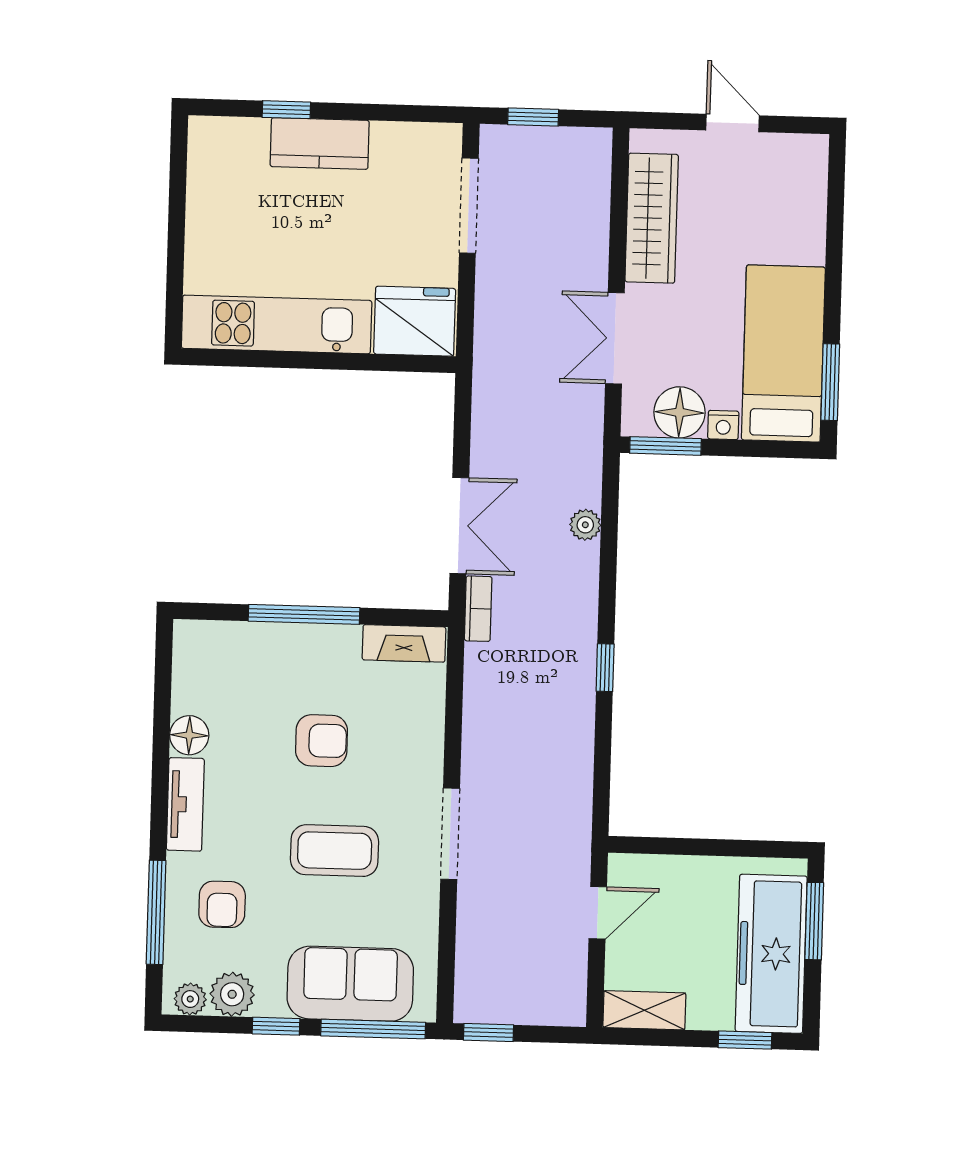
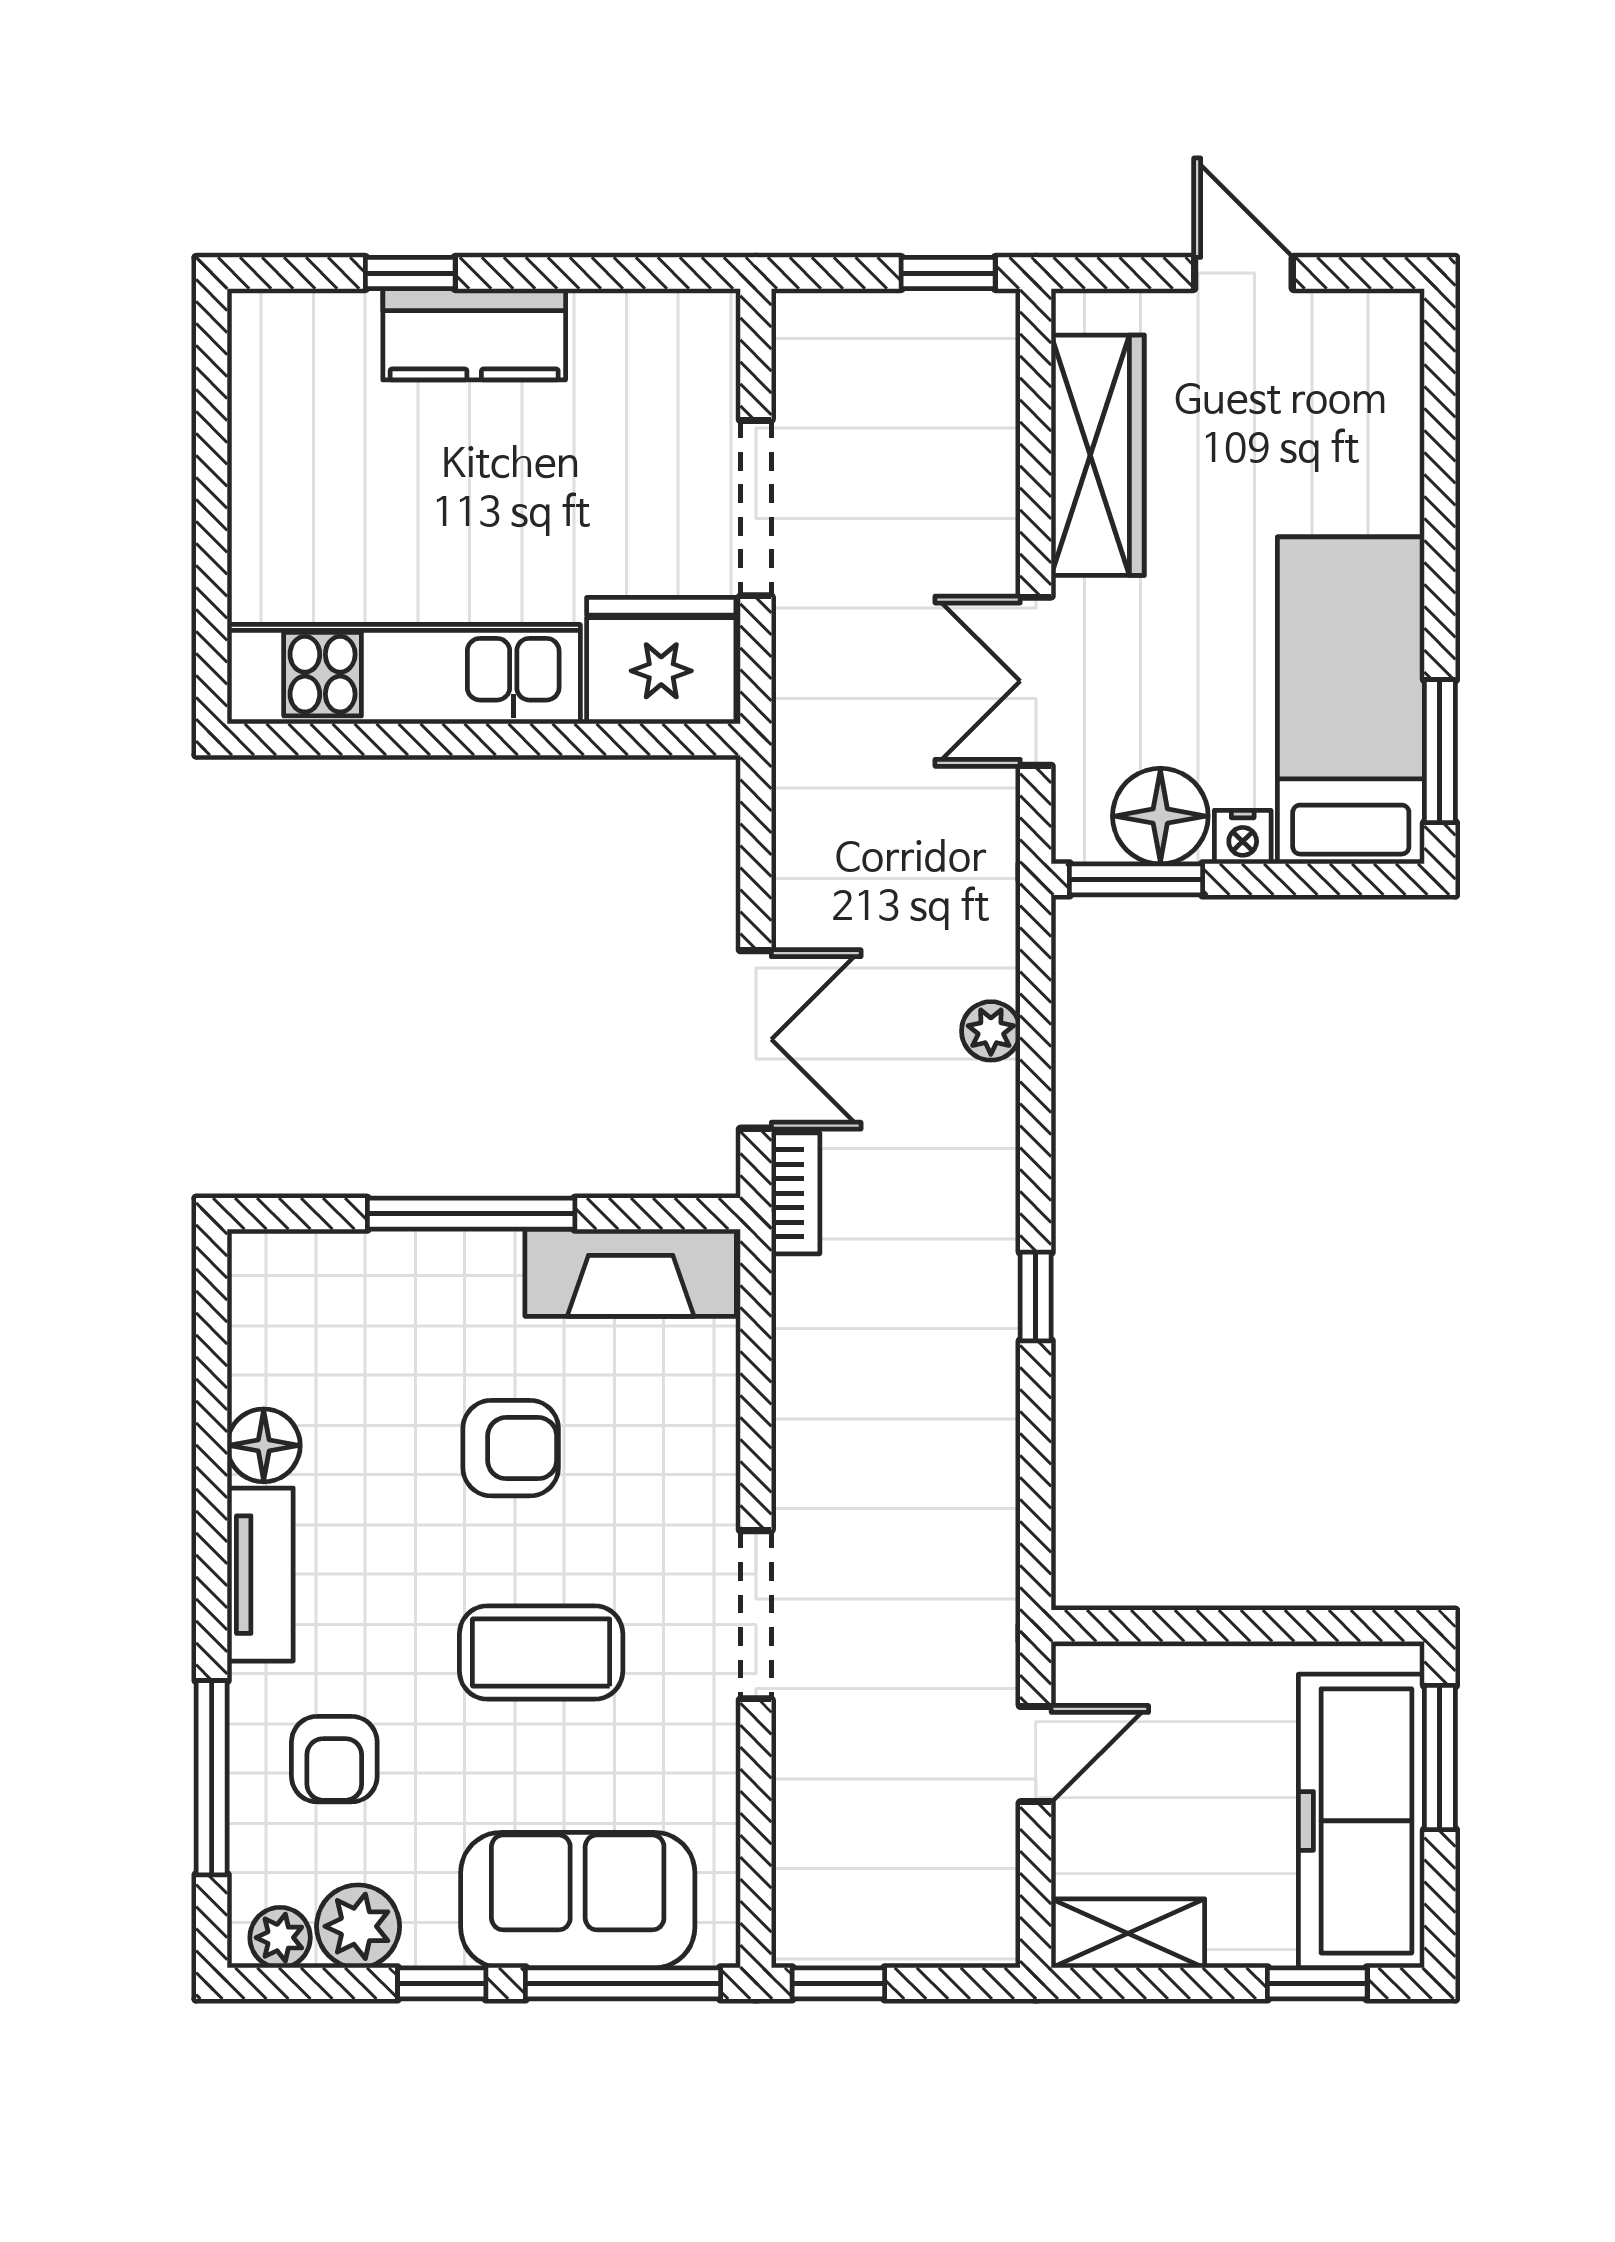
window: (533, 117) -> (948, 273), moved
doorway: (469, 206) -> (756, 508), moved
fireplace: (404, 643) -> (631, 1273), width x1.37, depth x1.32

